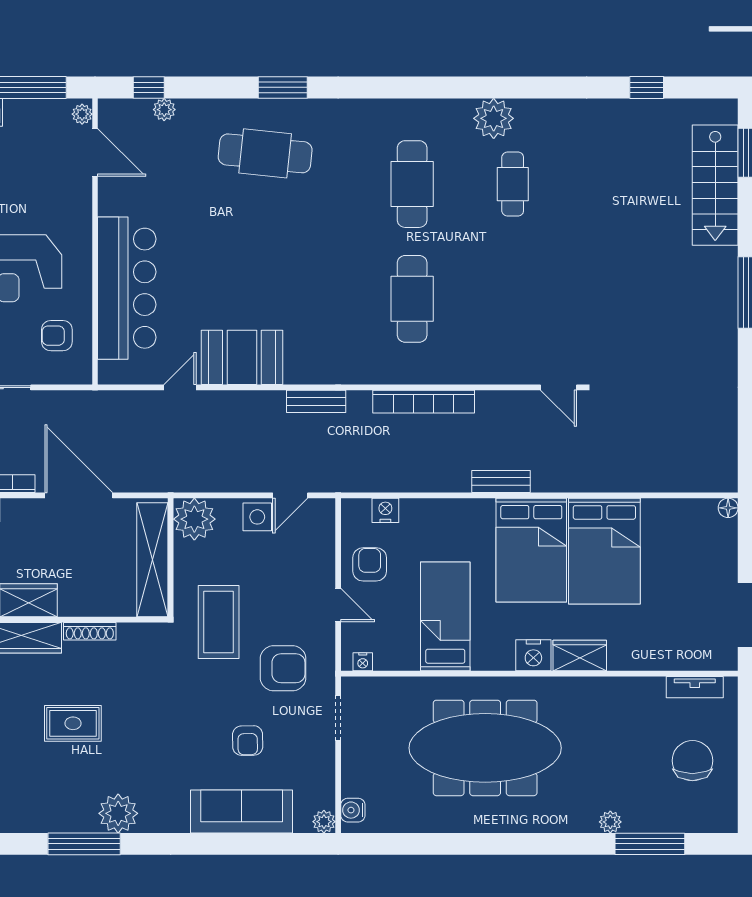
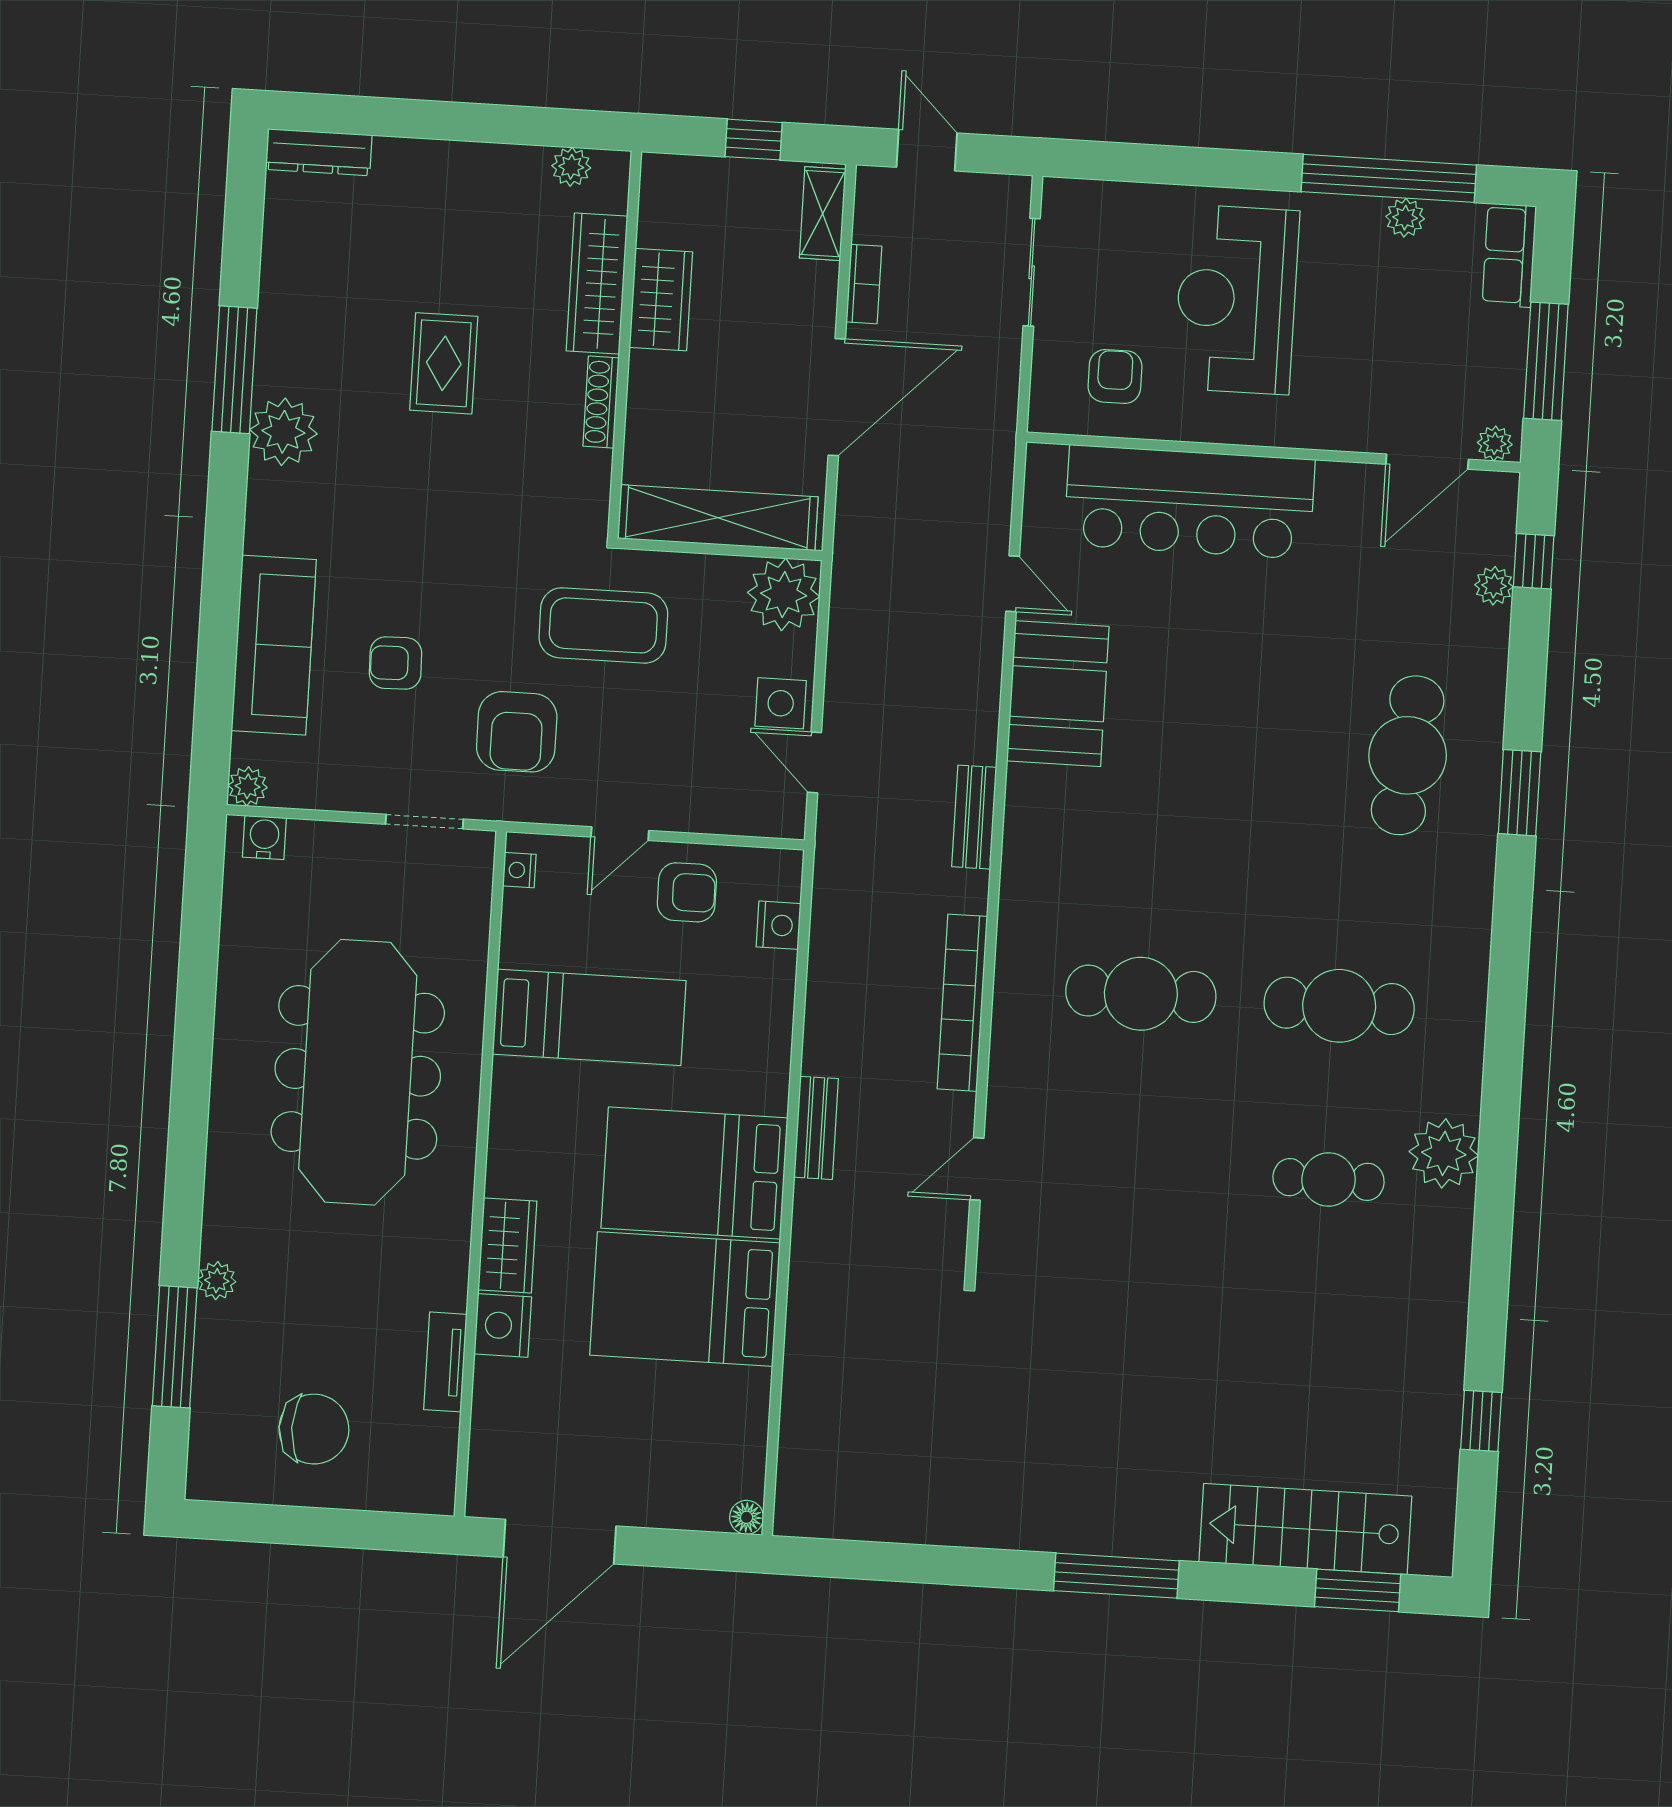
door: (558, 387) -> (977, 1169), moved
nightstand: (533, 655) -> (503, 1325), moved
tv unit: (695, 687) -> (445, 1362), moved

